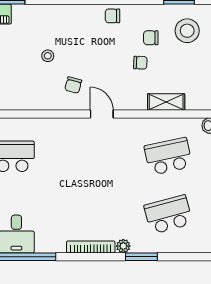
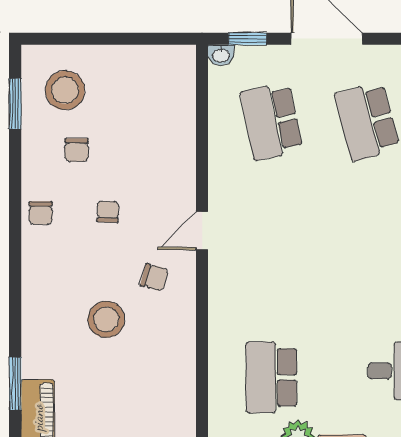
stool: (48, 56) -> (106, 319), width x1.89, depth x1.89
chair: (140, 63) -> (108, 212), moved
shelving: (166, 102) -> (182, 125), removed

